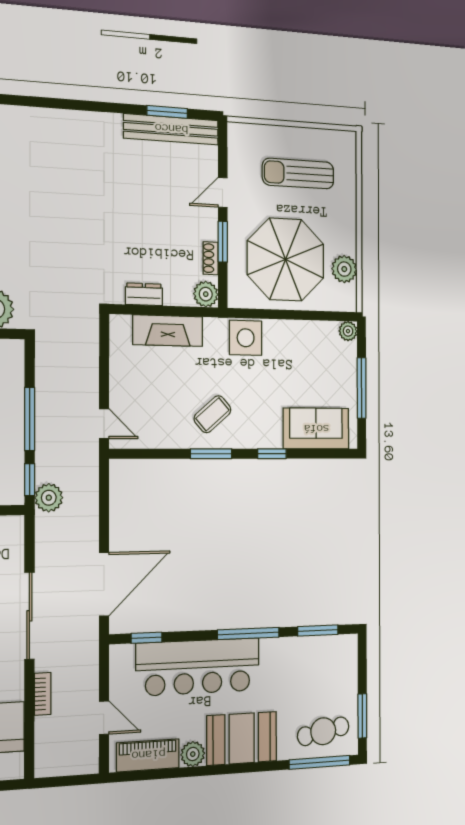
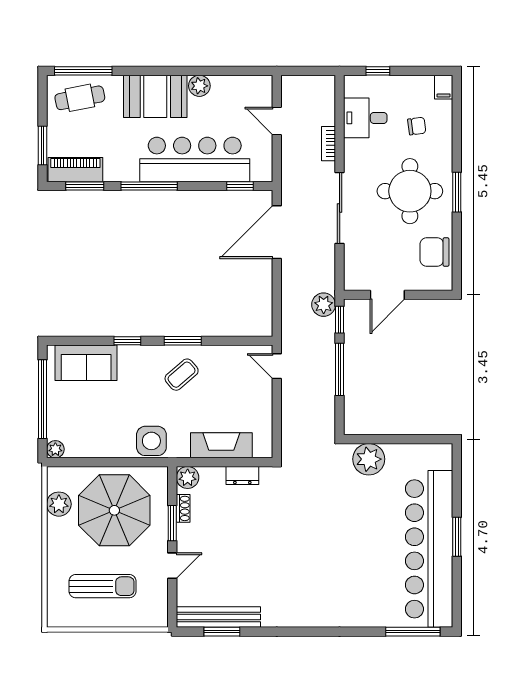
window: (362, 388) -> (42, 399), width x1.46
window: (362, 716) -> (42, 145), moved
piano: (148, 755) -> (75, 170), moved, turned 180

